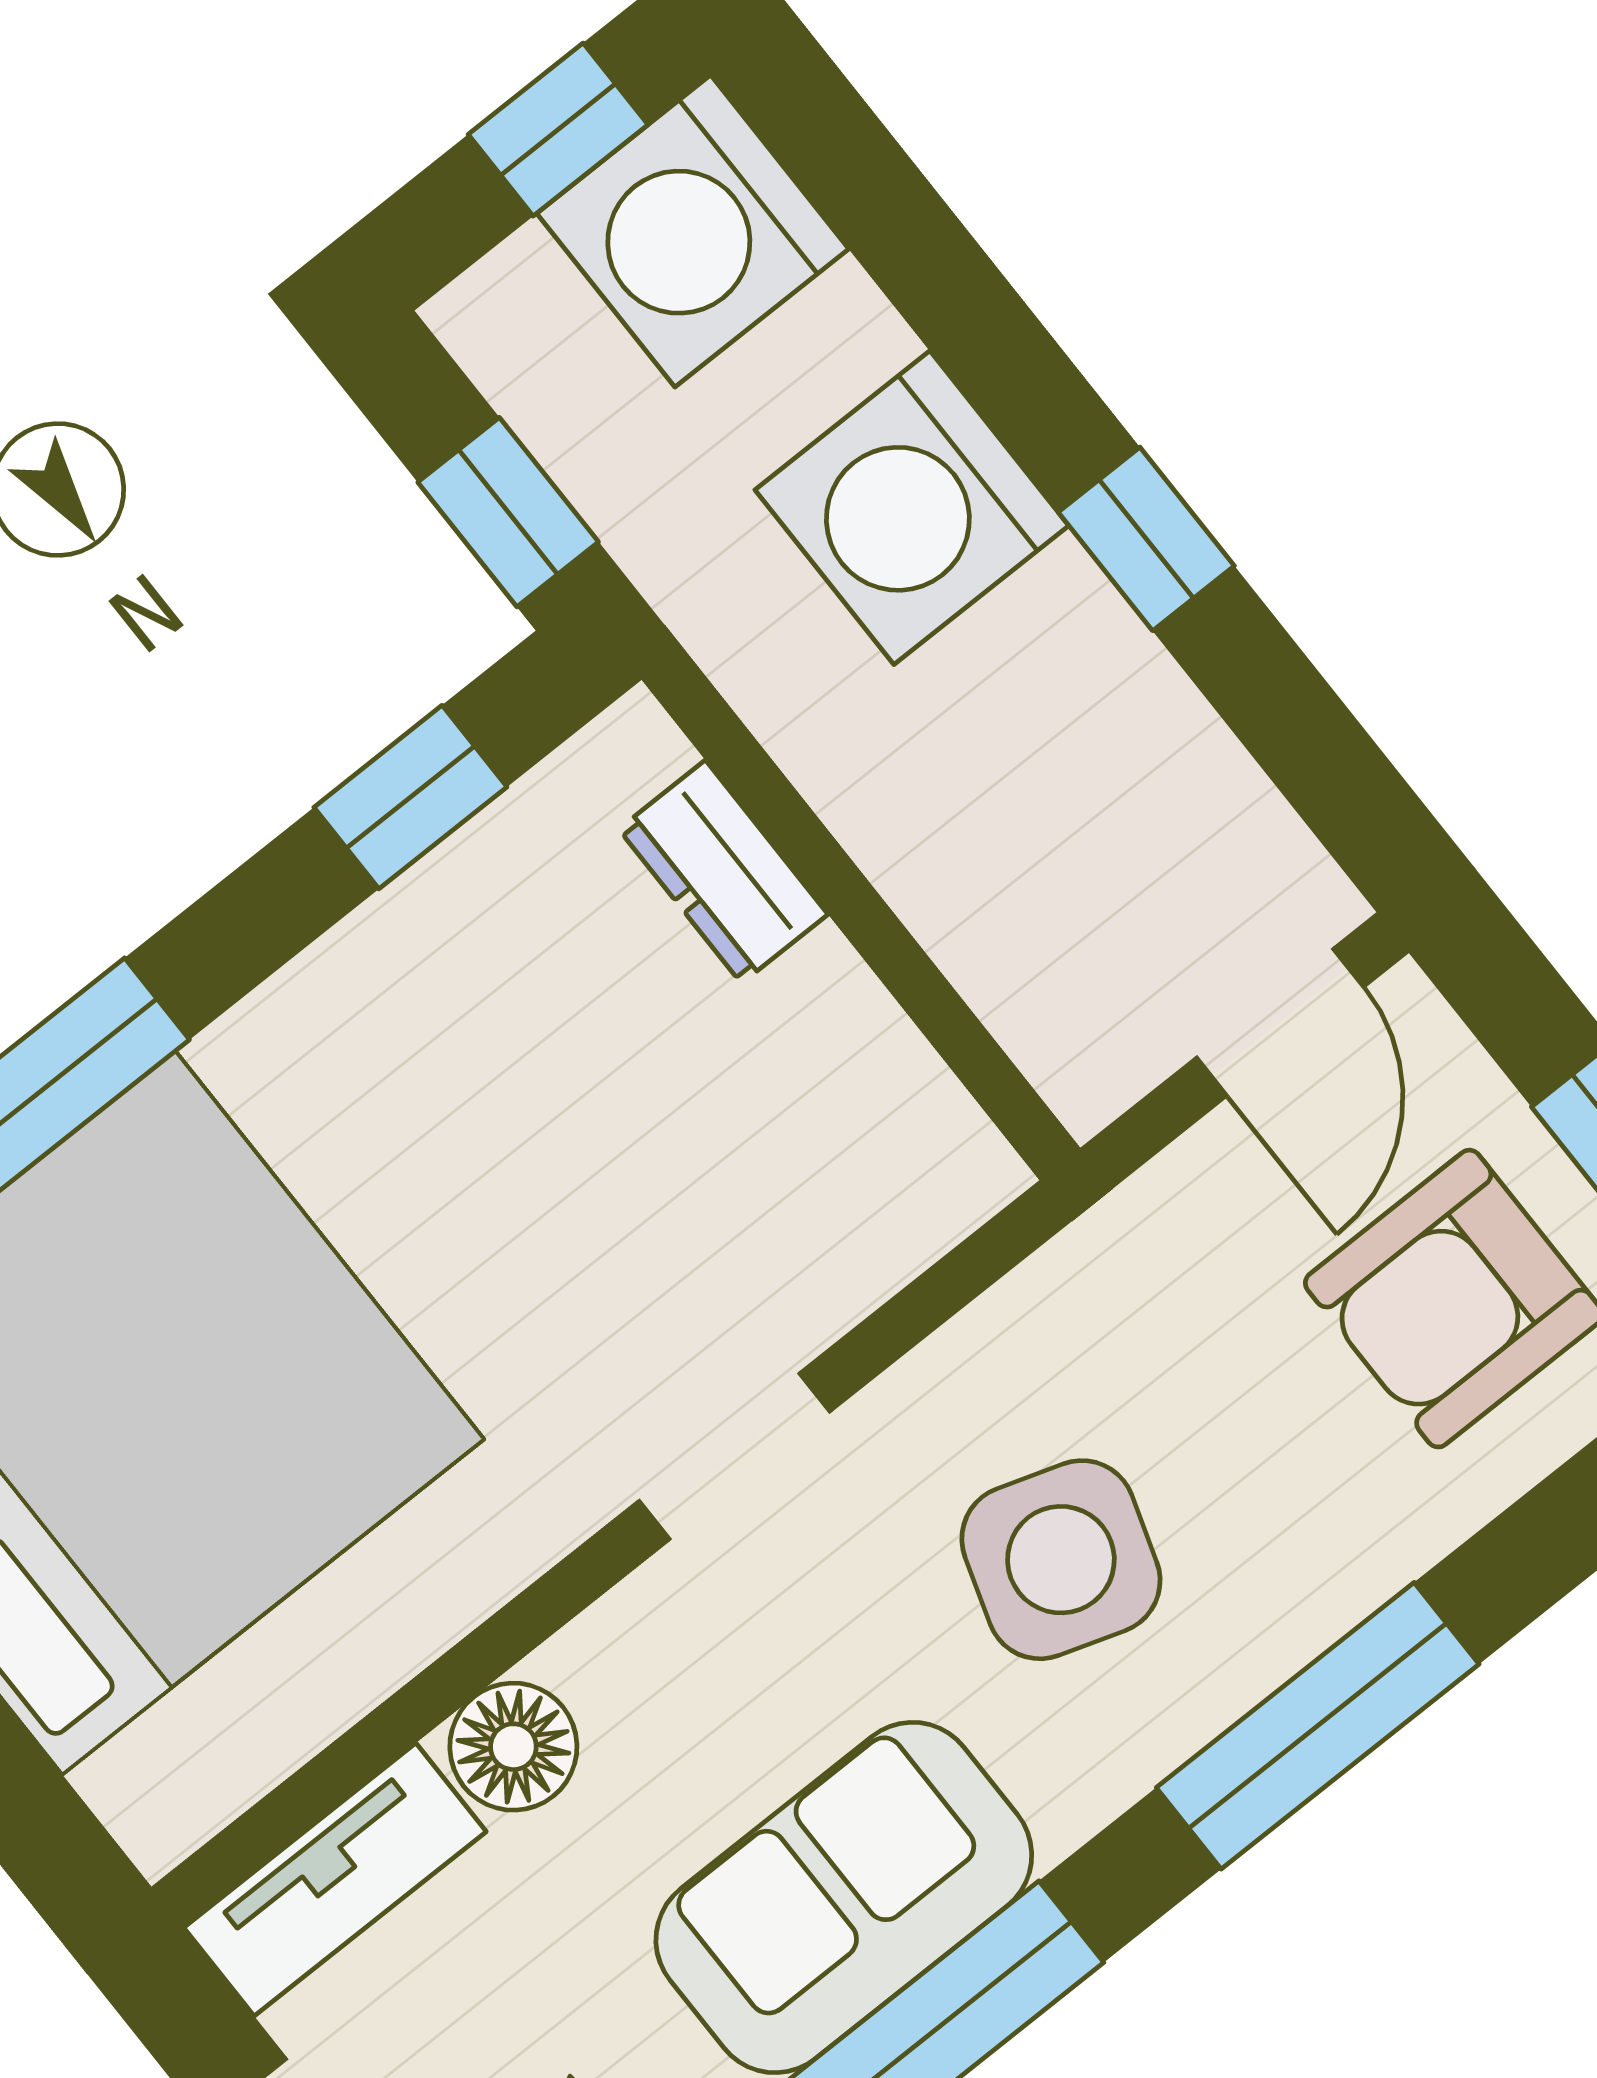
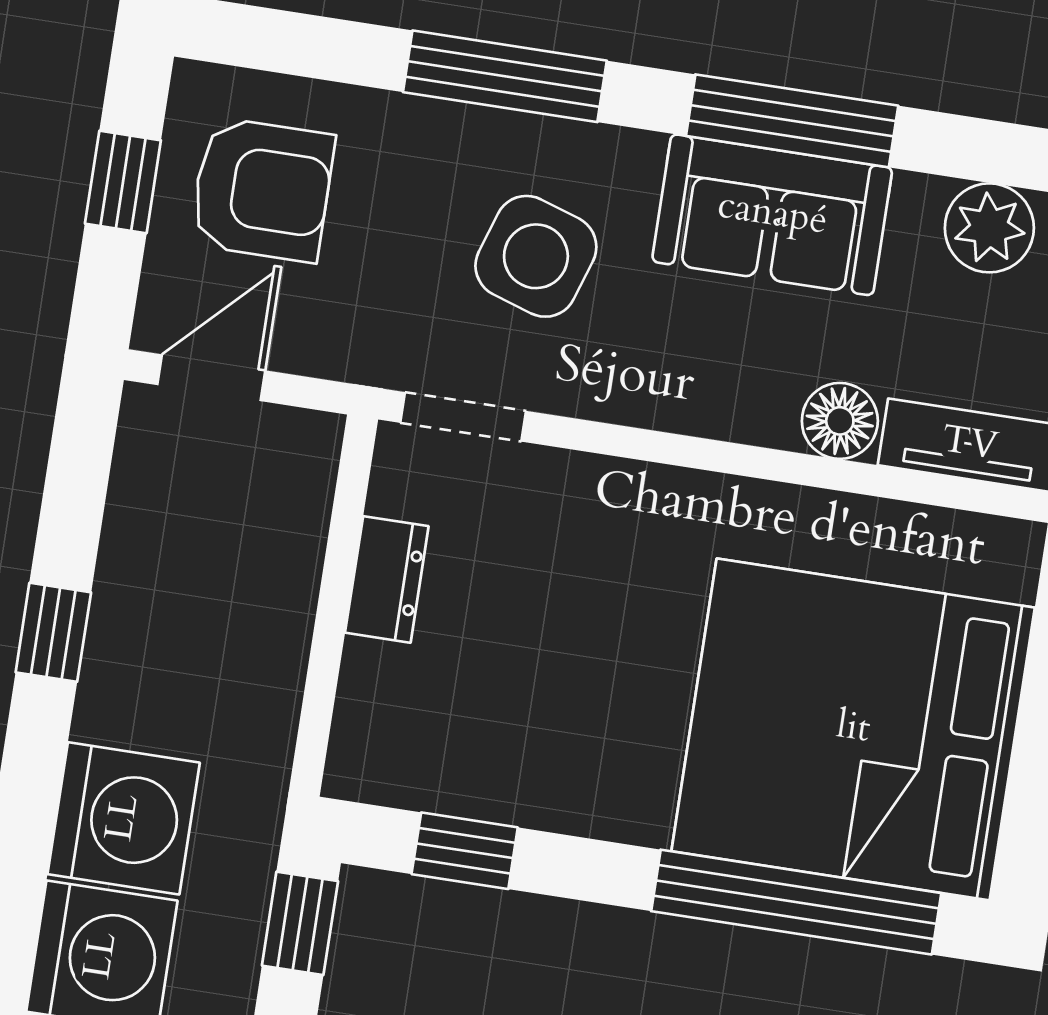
washing machine: (912, 508) -> (124, 818), moved
dresser: (723, 872) -> (387, 579), moved
doorway: (734, 1456) -> (463, 417), moved

